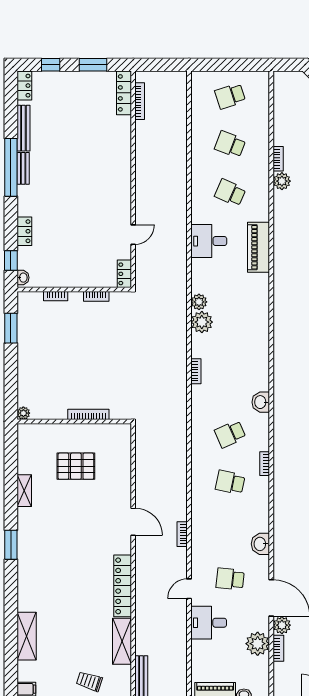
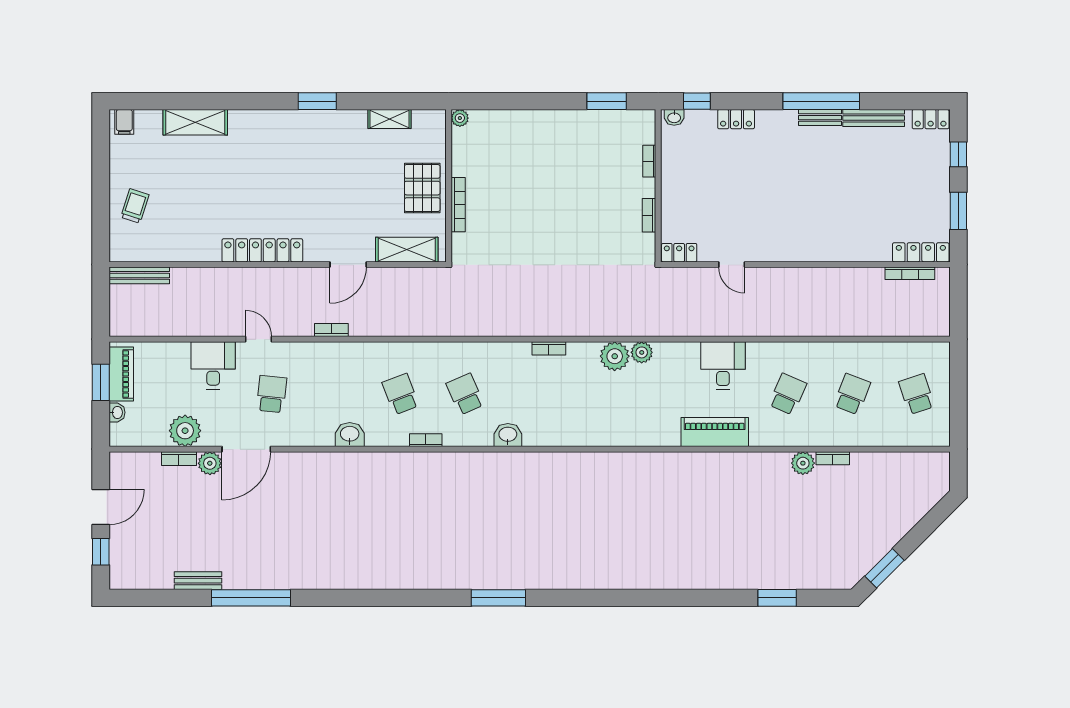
plant: (23, 413) -> (460, 118), moved
bookcase: (88, 414) -> (458, 205), moved
wall: (74, 421) -> (449, 186), moved
school desk: (230, 482) -> (401, 394), turned -33
washbasin: (260, 544) -> (350, 434), moved
shelving: (122, 641) -> (407, 250), moved

